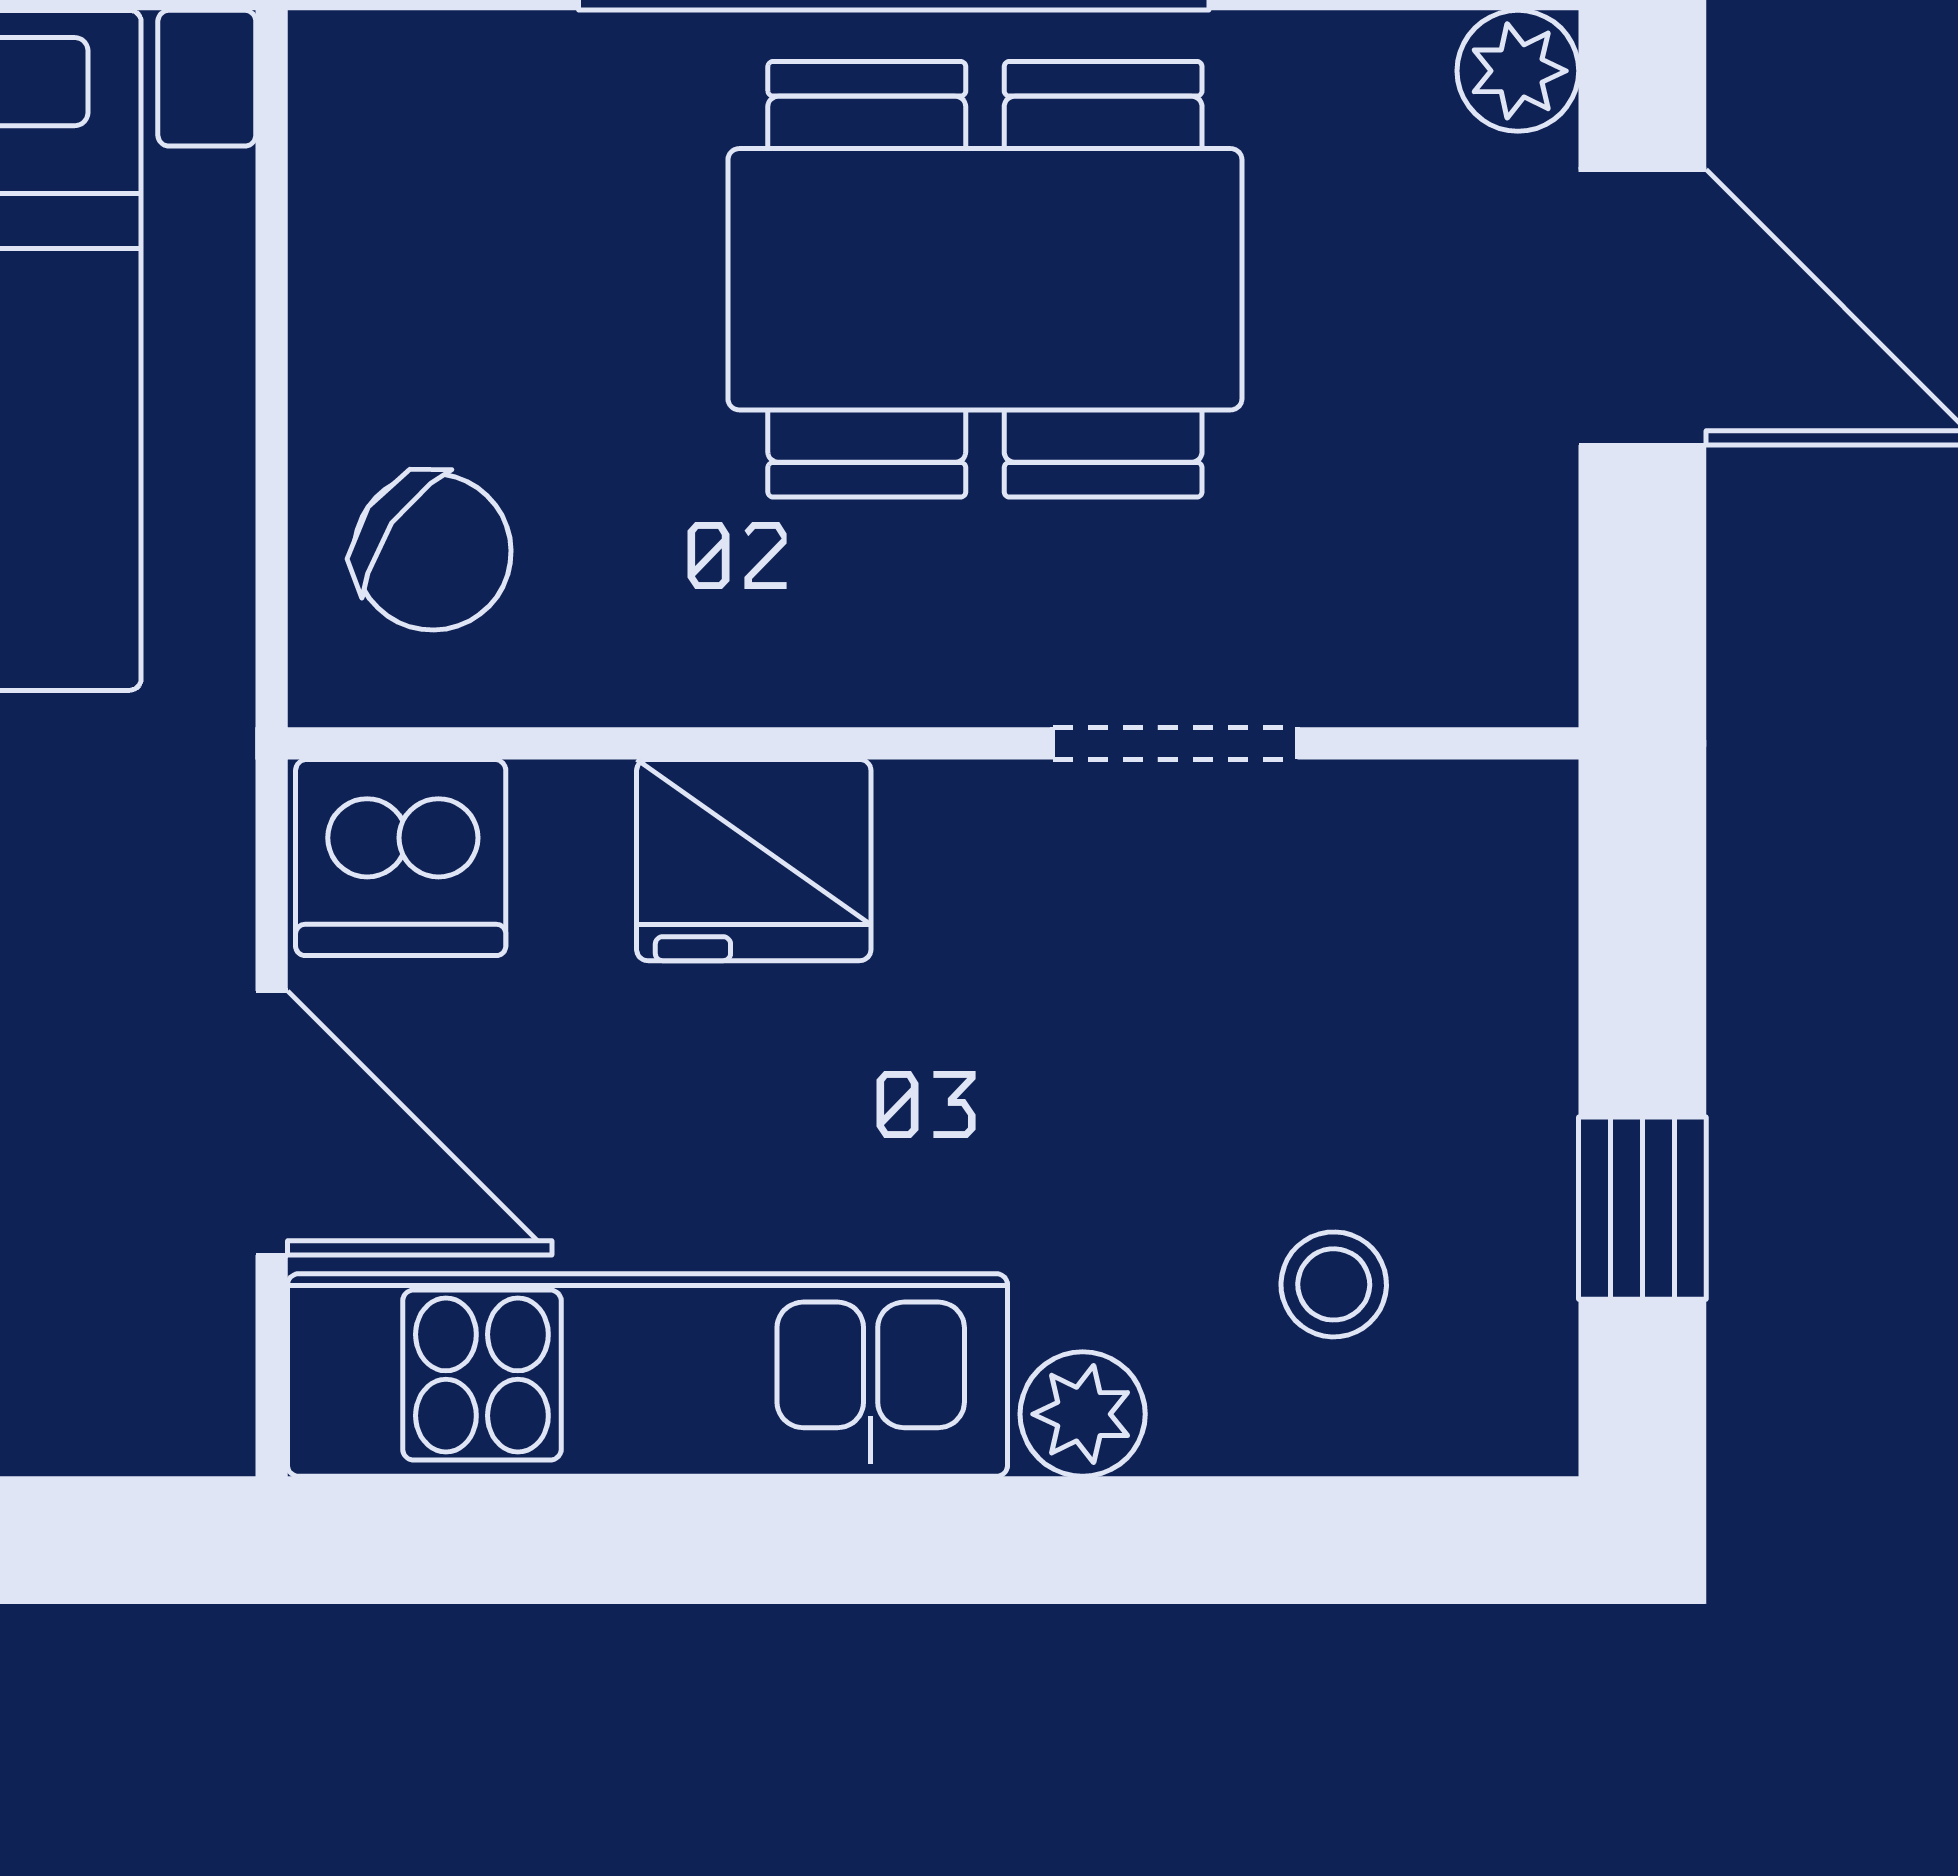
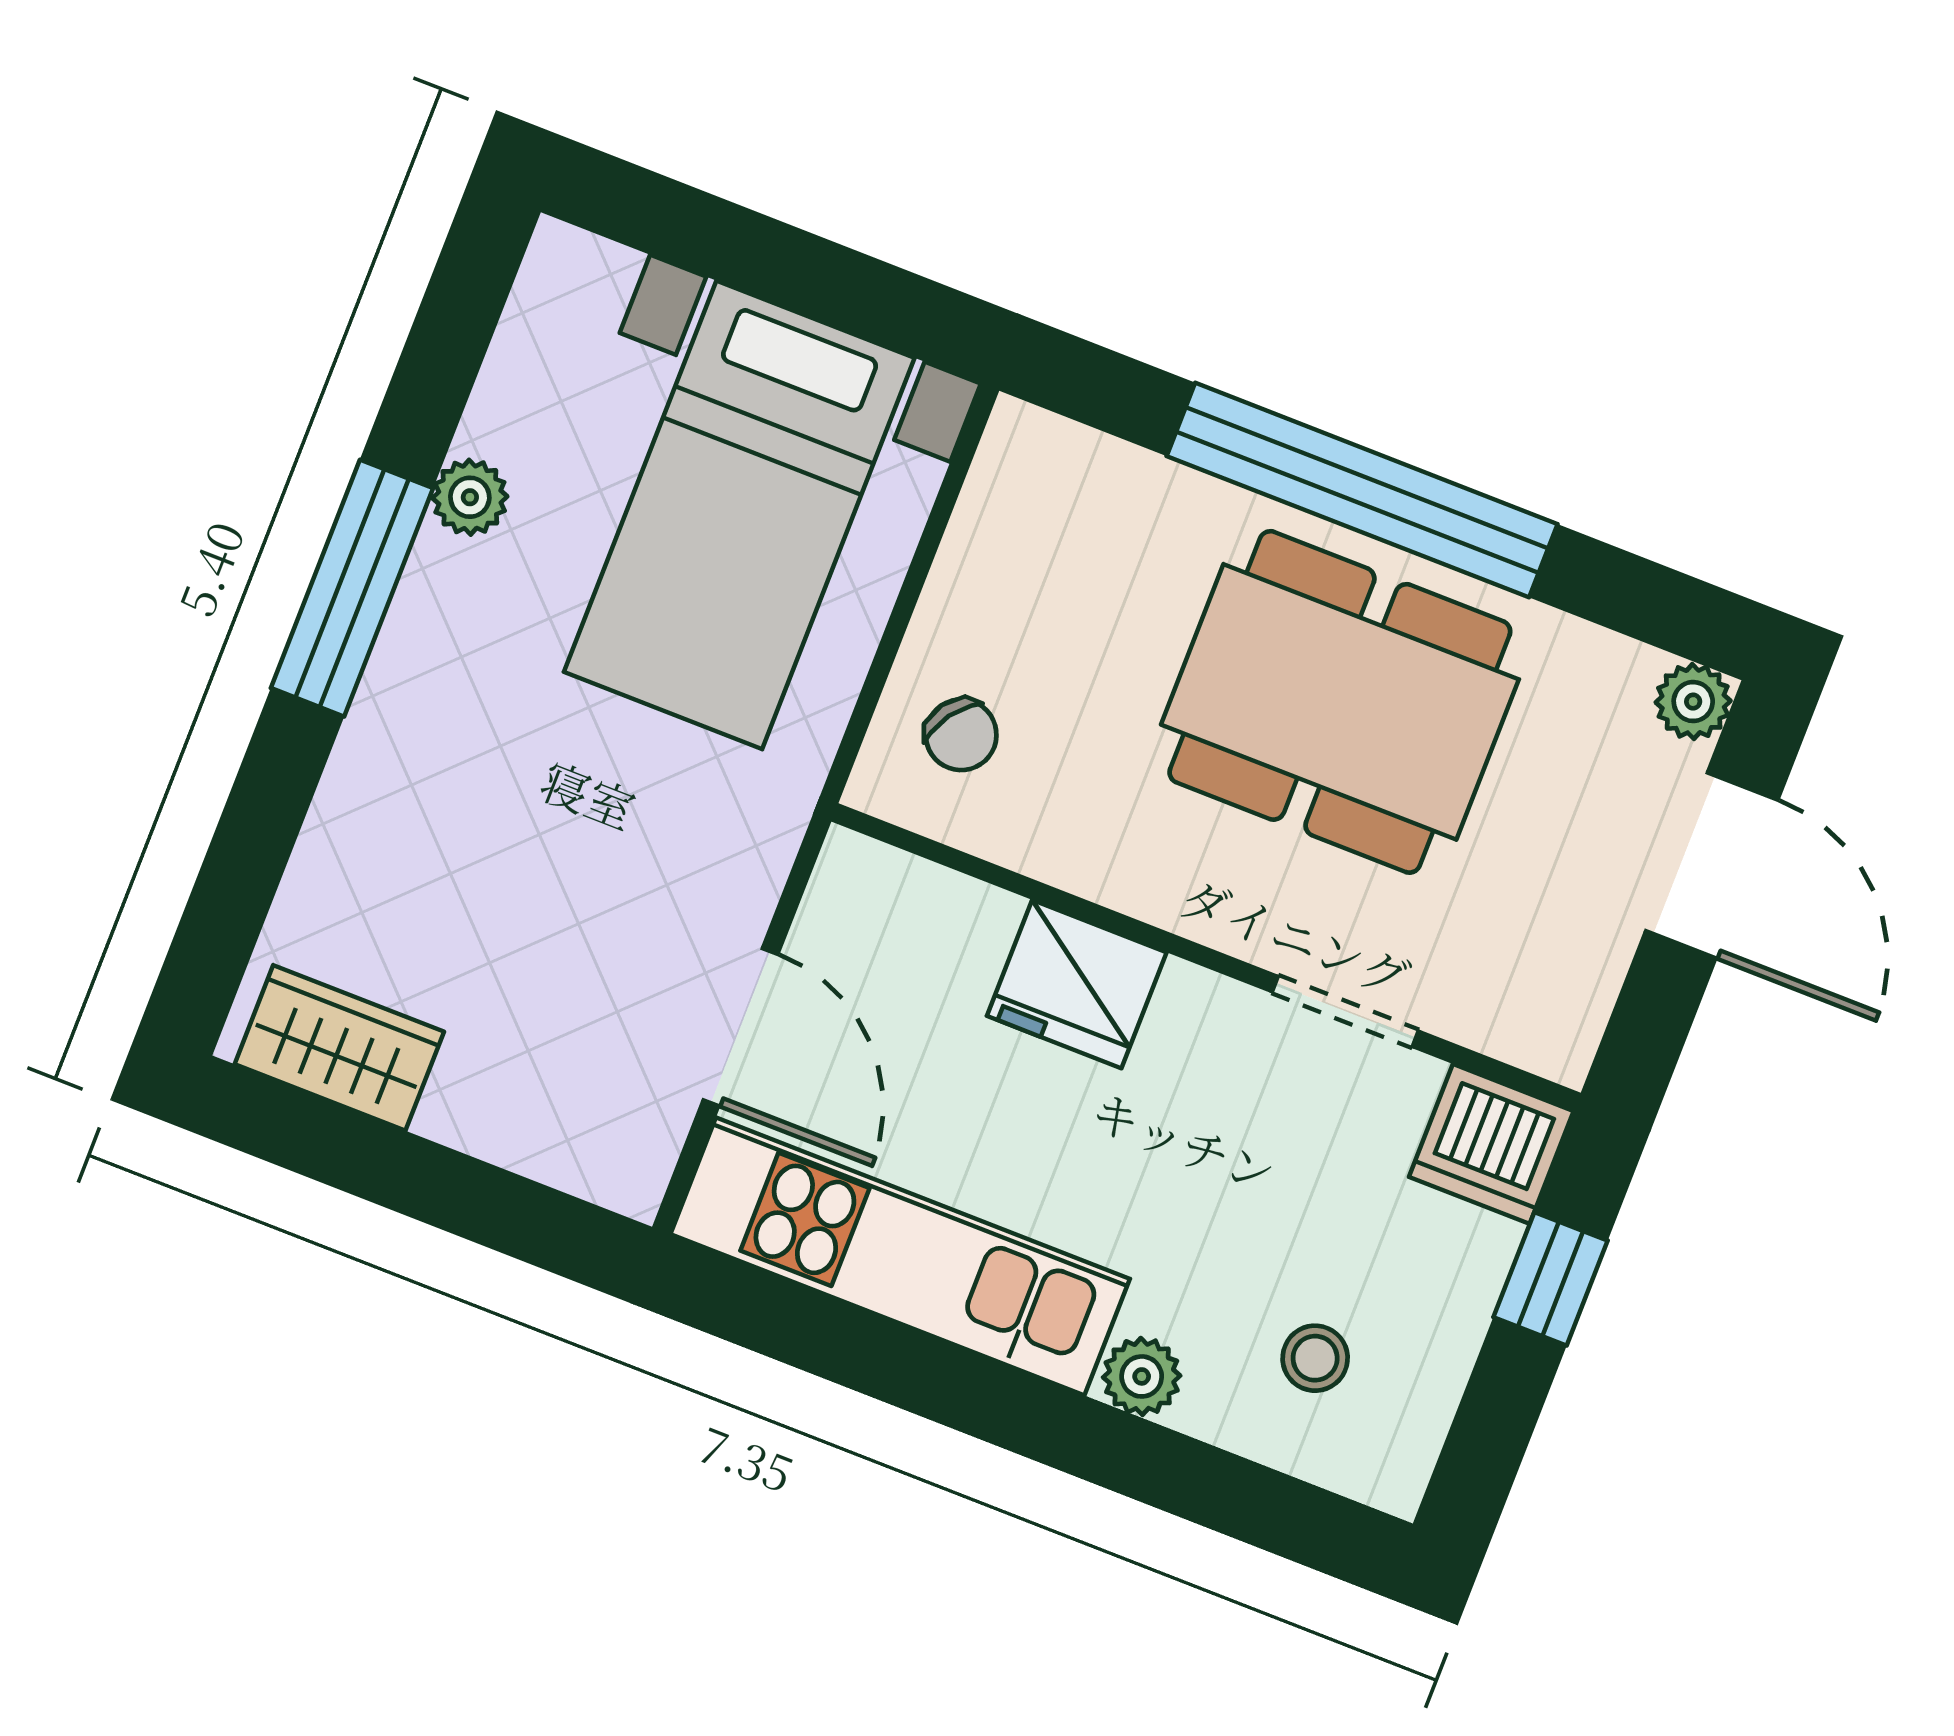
chair: (433, 552) -> (961, 735), width x0.73, depth x0.73
dishwasher: (401, 857) -> (1491, 1144), moved
window: (1642, 1208) -> (1551, 1279), moved

